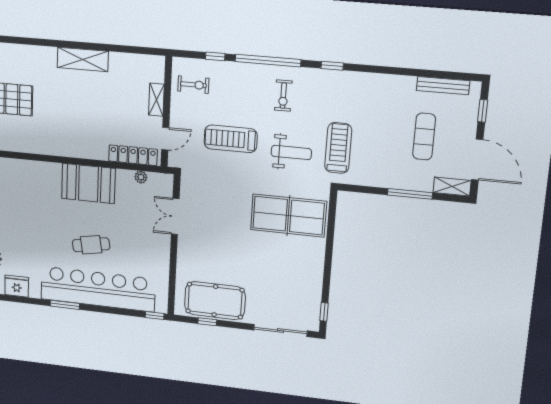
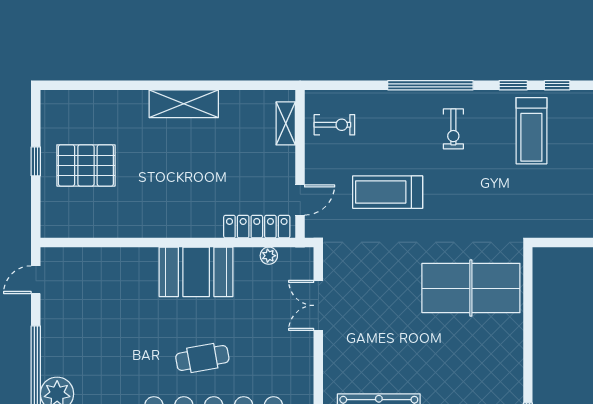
window: (215, 56) -> (557, 85), moved
shelving: (156, 100) -> (286, 123), moved
treadmill: (338, 148) -> (531, 131), moved, turned 180
weight bench: (291, 152) -> (469, 203), removed

